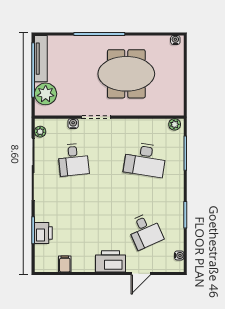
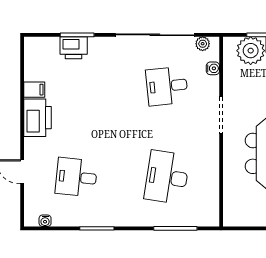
water cooler: (73, 124) -> (213, 68), moved
plant: (175, 124) -> (212, 215), removed
desk: (145, 231) -> (76, 177), turned 30
printer: (110, 261) -> (37, 118), moved
filing cabinet: (65, 264) -> (34, 90), moved

